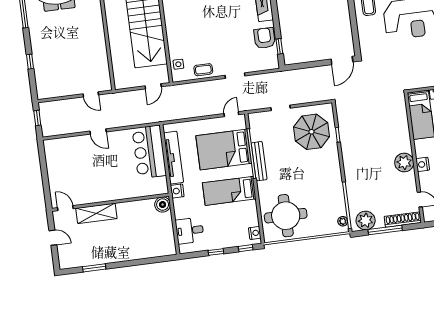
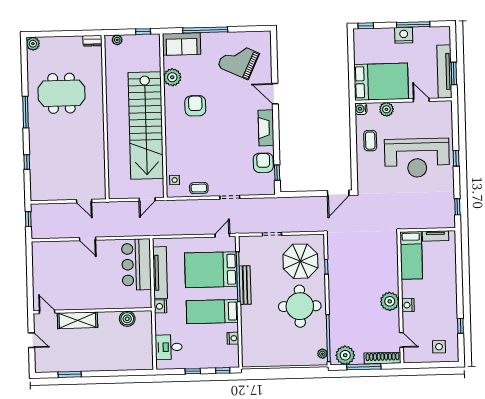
boiler: (163, 205) -> (127, 319), moved
round table: (286, 216) -> (300, 306), moved
nightstand: (255, 233) -> (233, 338), moved

